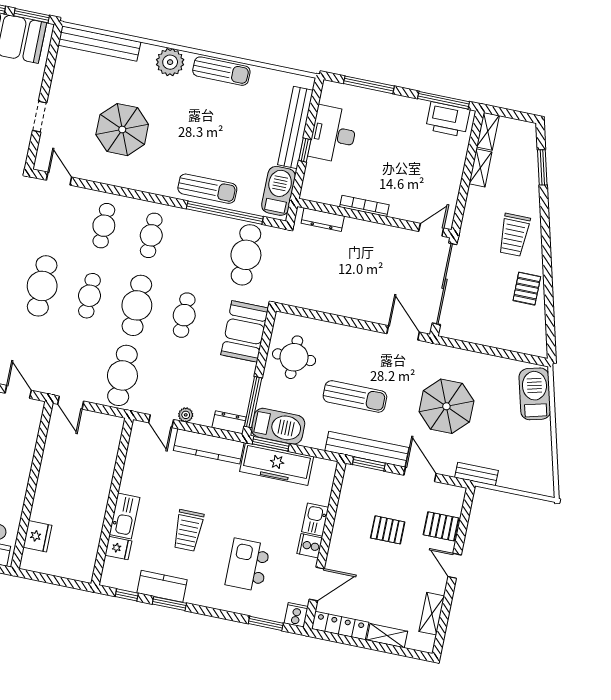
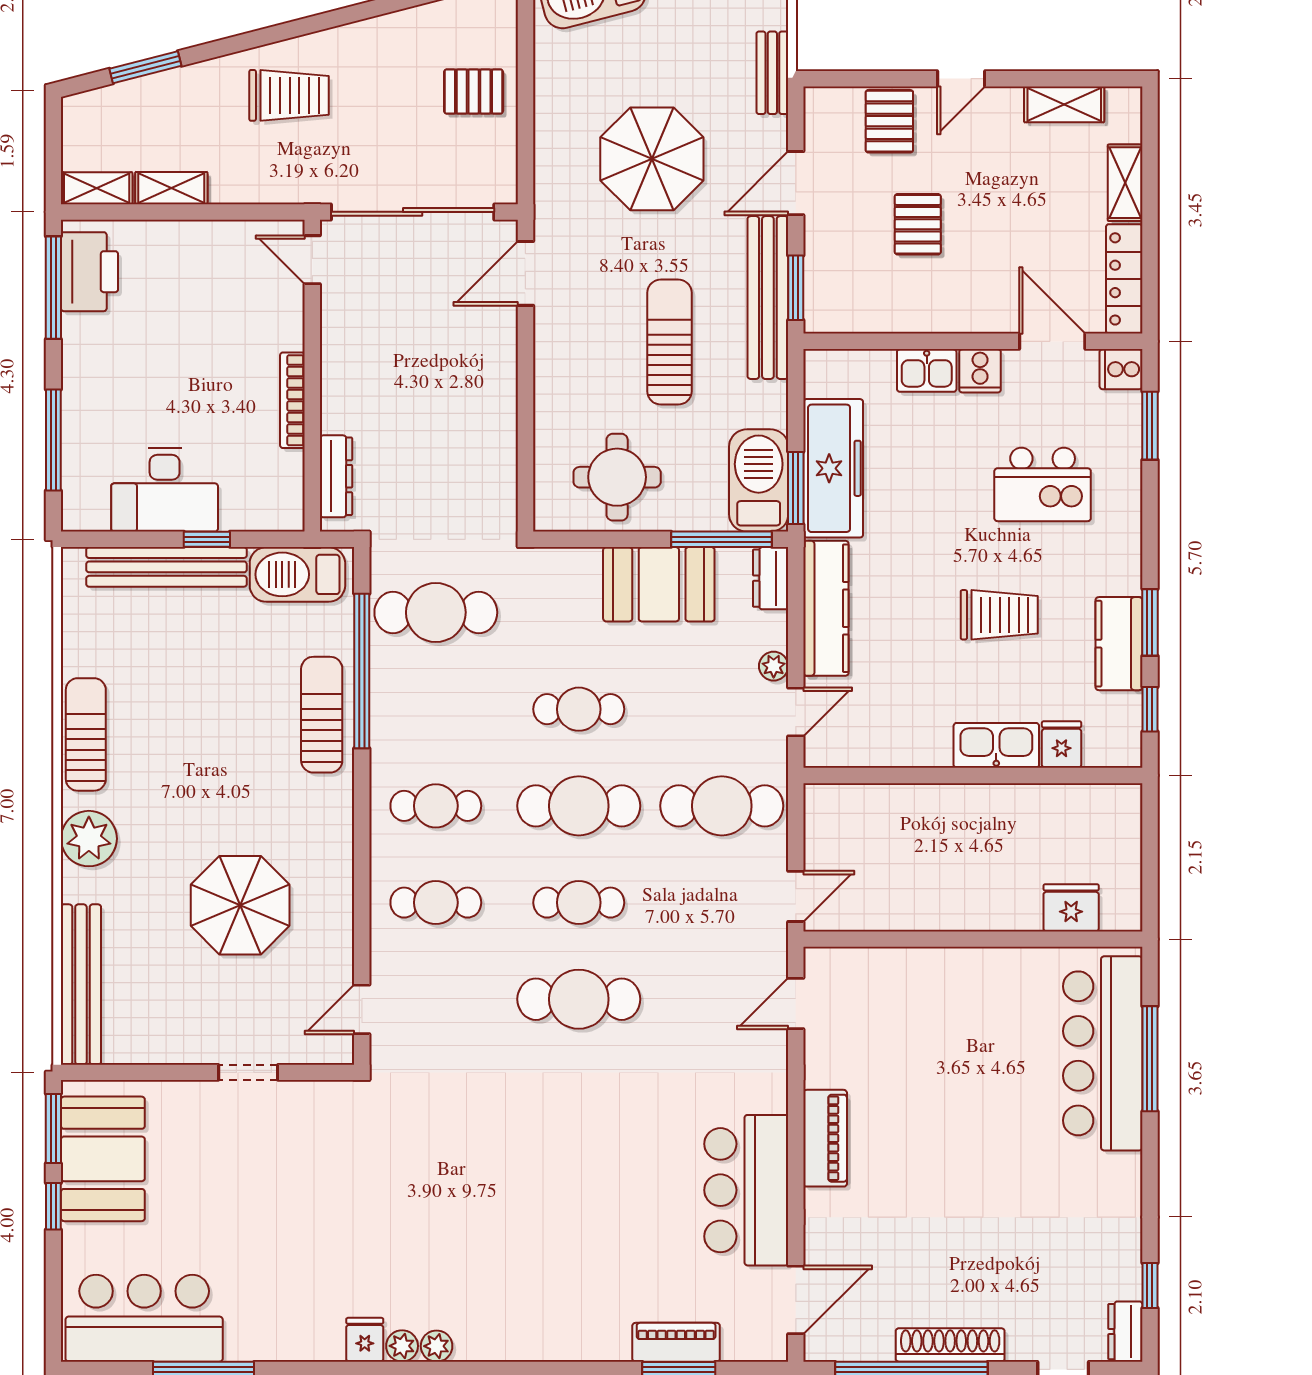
pallet: (527, 289) -> (474, 91), moved
booth: (245, 331) -> (659, 584), moved

